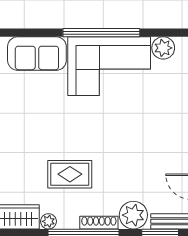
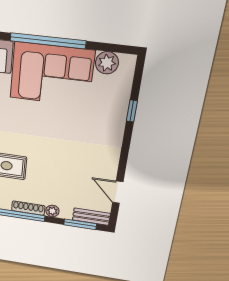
plant: (133, 215) -> (52, 211), width x0.53, depth x0.53

